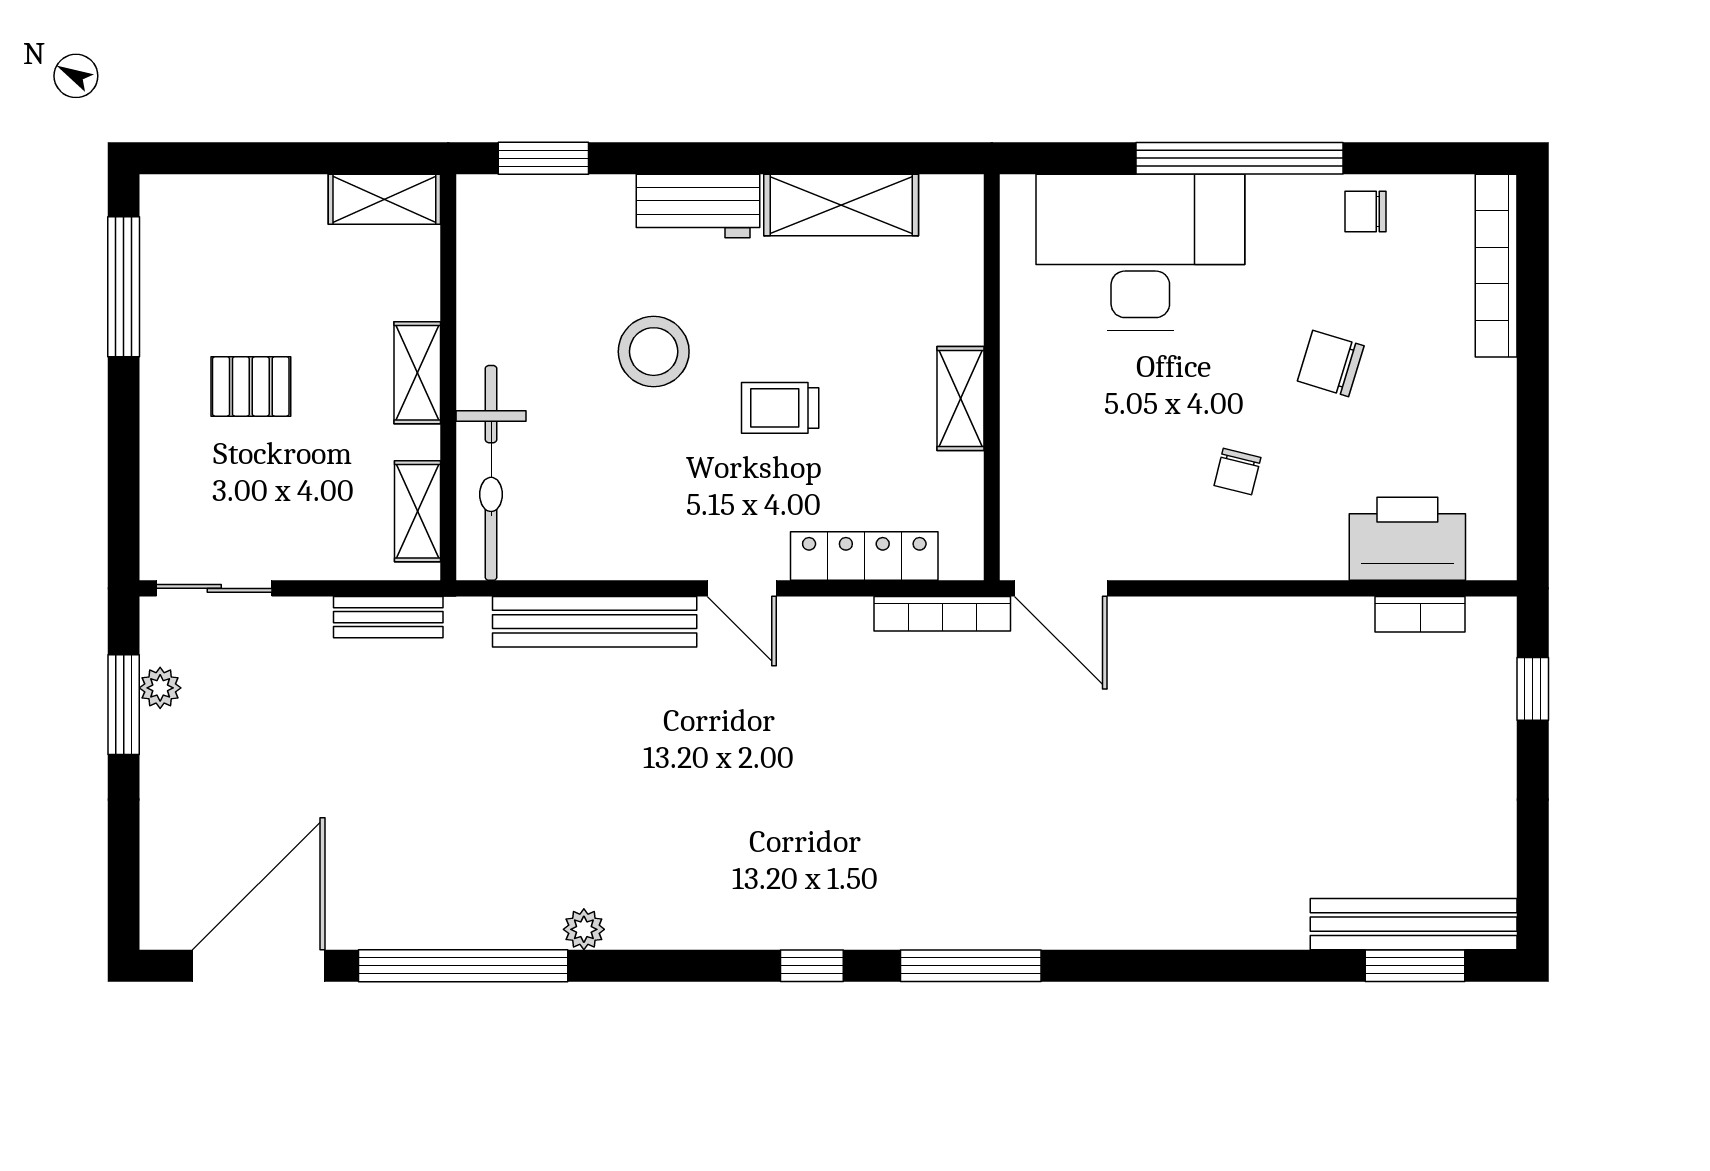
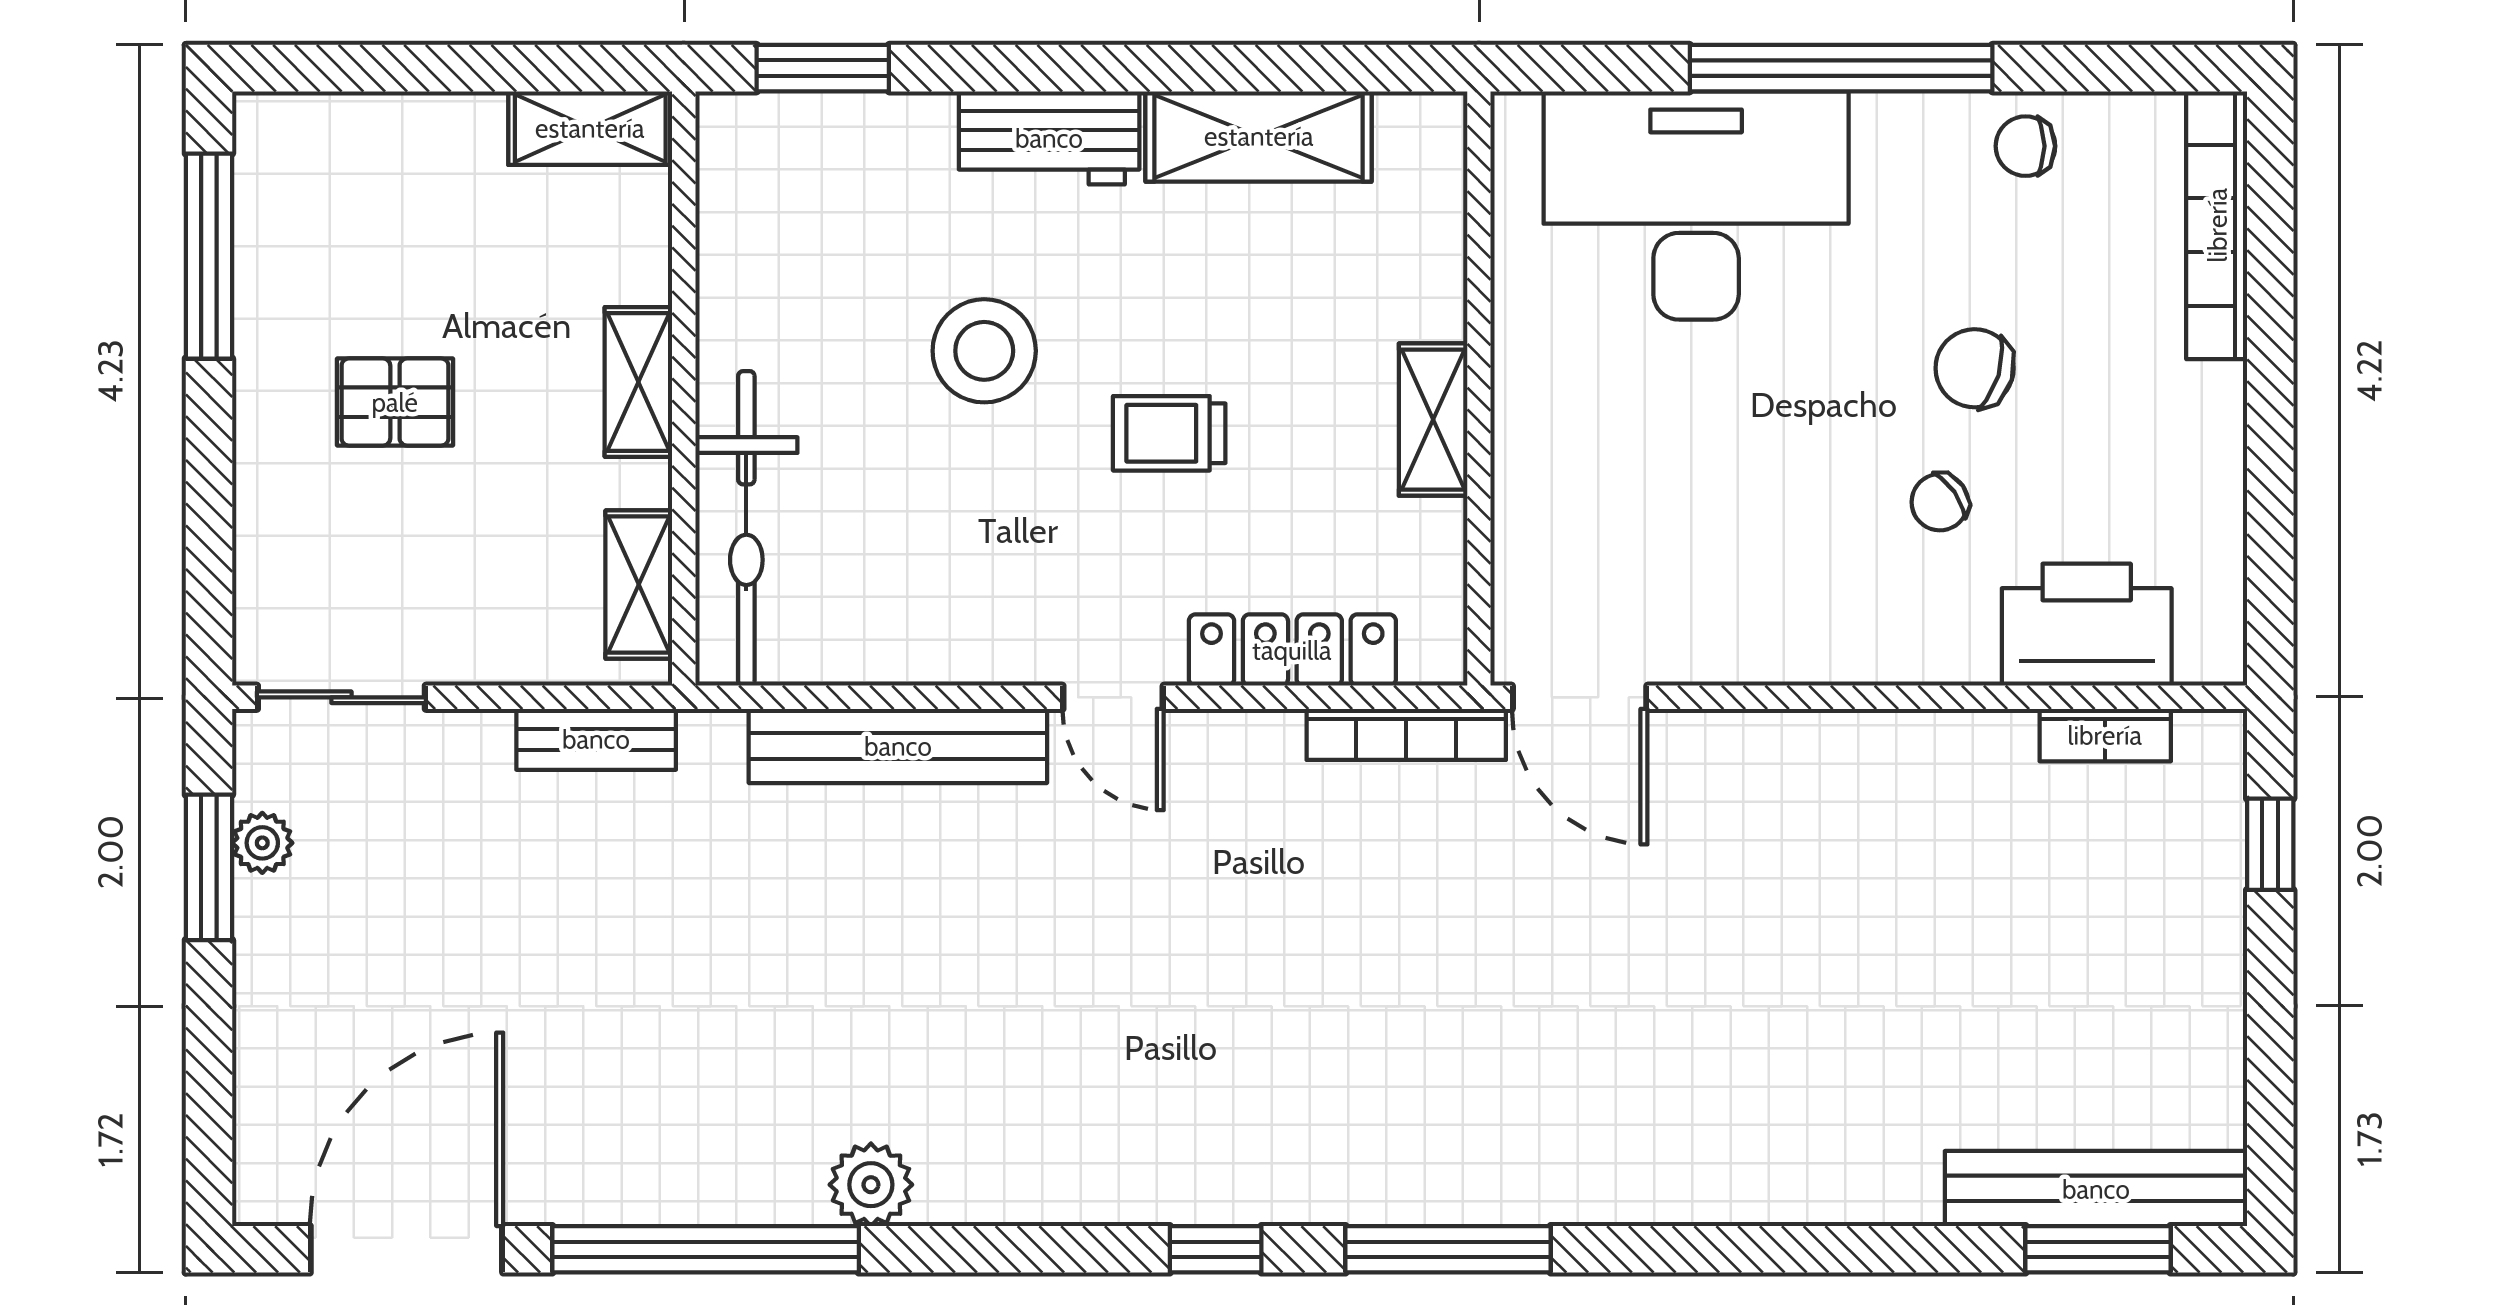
chair: (1237, 472) -> (1940, 502), moved, turned 41
plant: (584, 929) -> (871, 1185), width x1.38, depth x1.38

